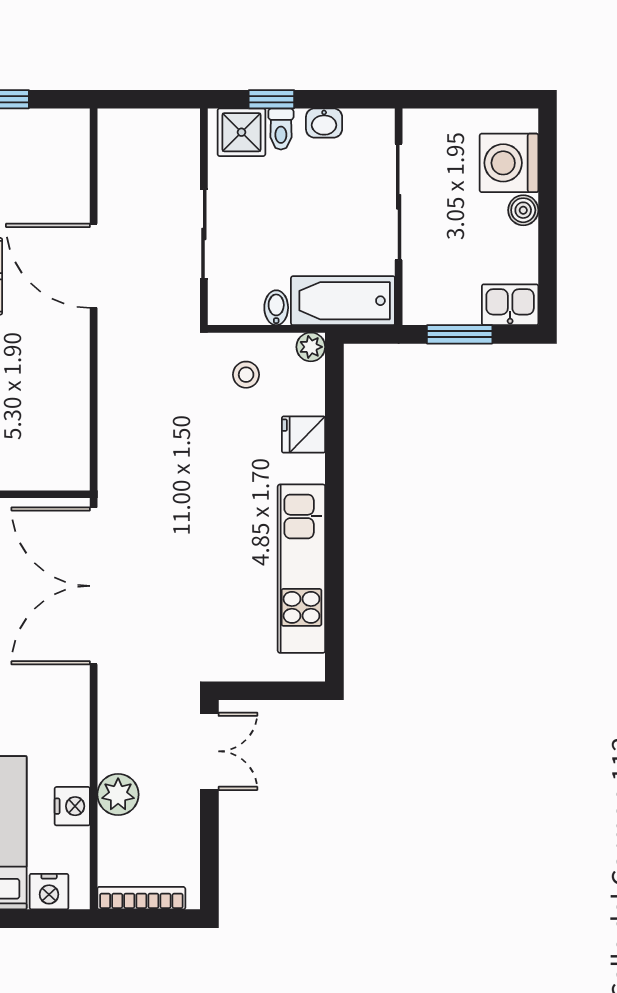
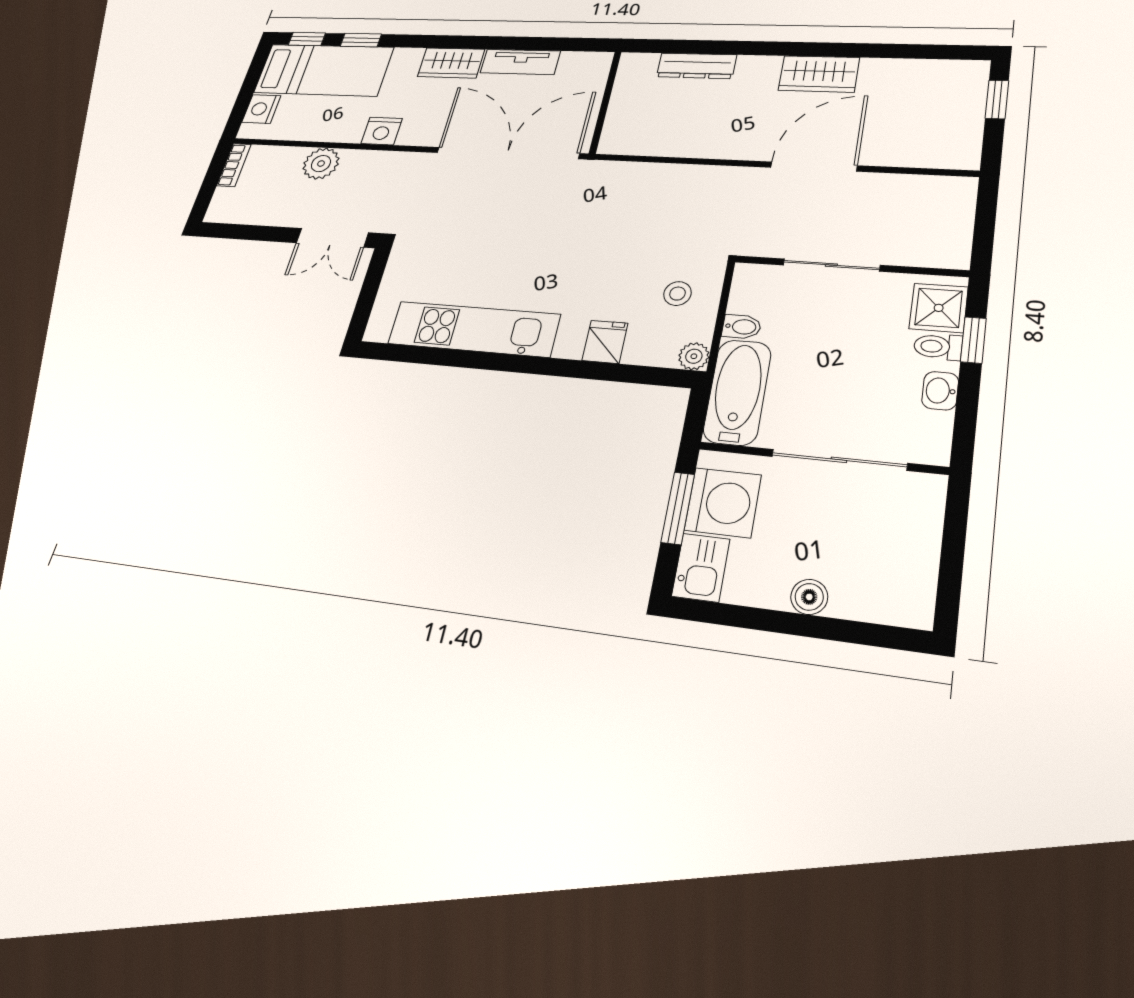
washing machine: (509, 163) -> (723, 503), moved, turned 90
nightstand: (72, 806) -> (382, 131), moved
bookcase: (141, 898) -> (234, 165), width x0.64

